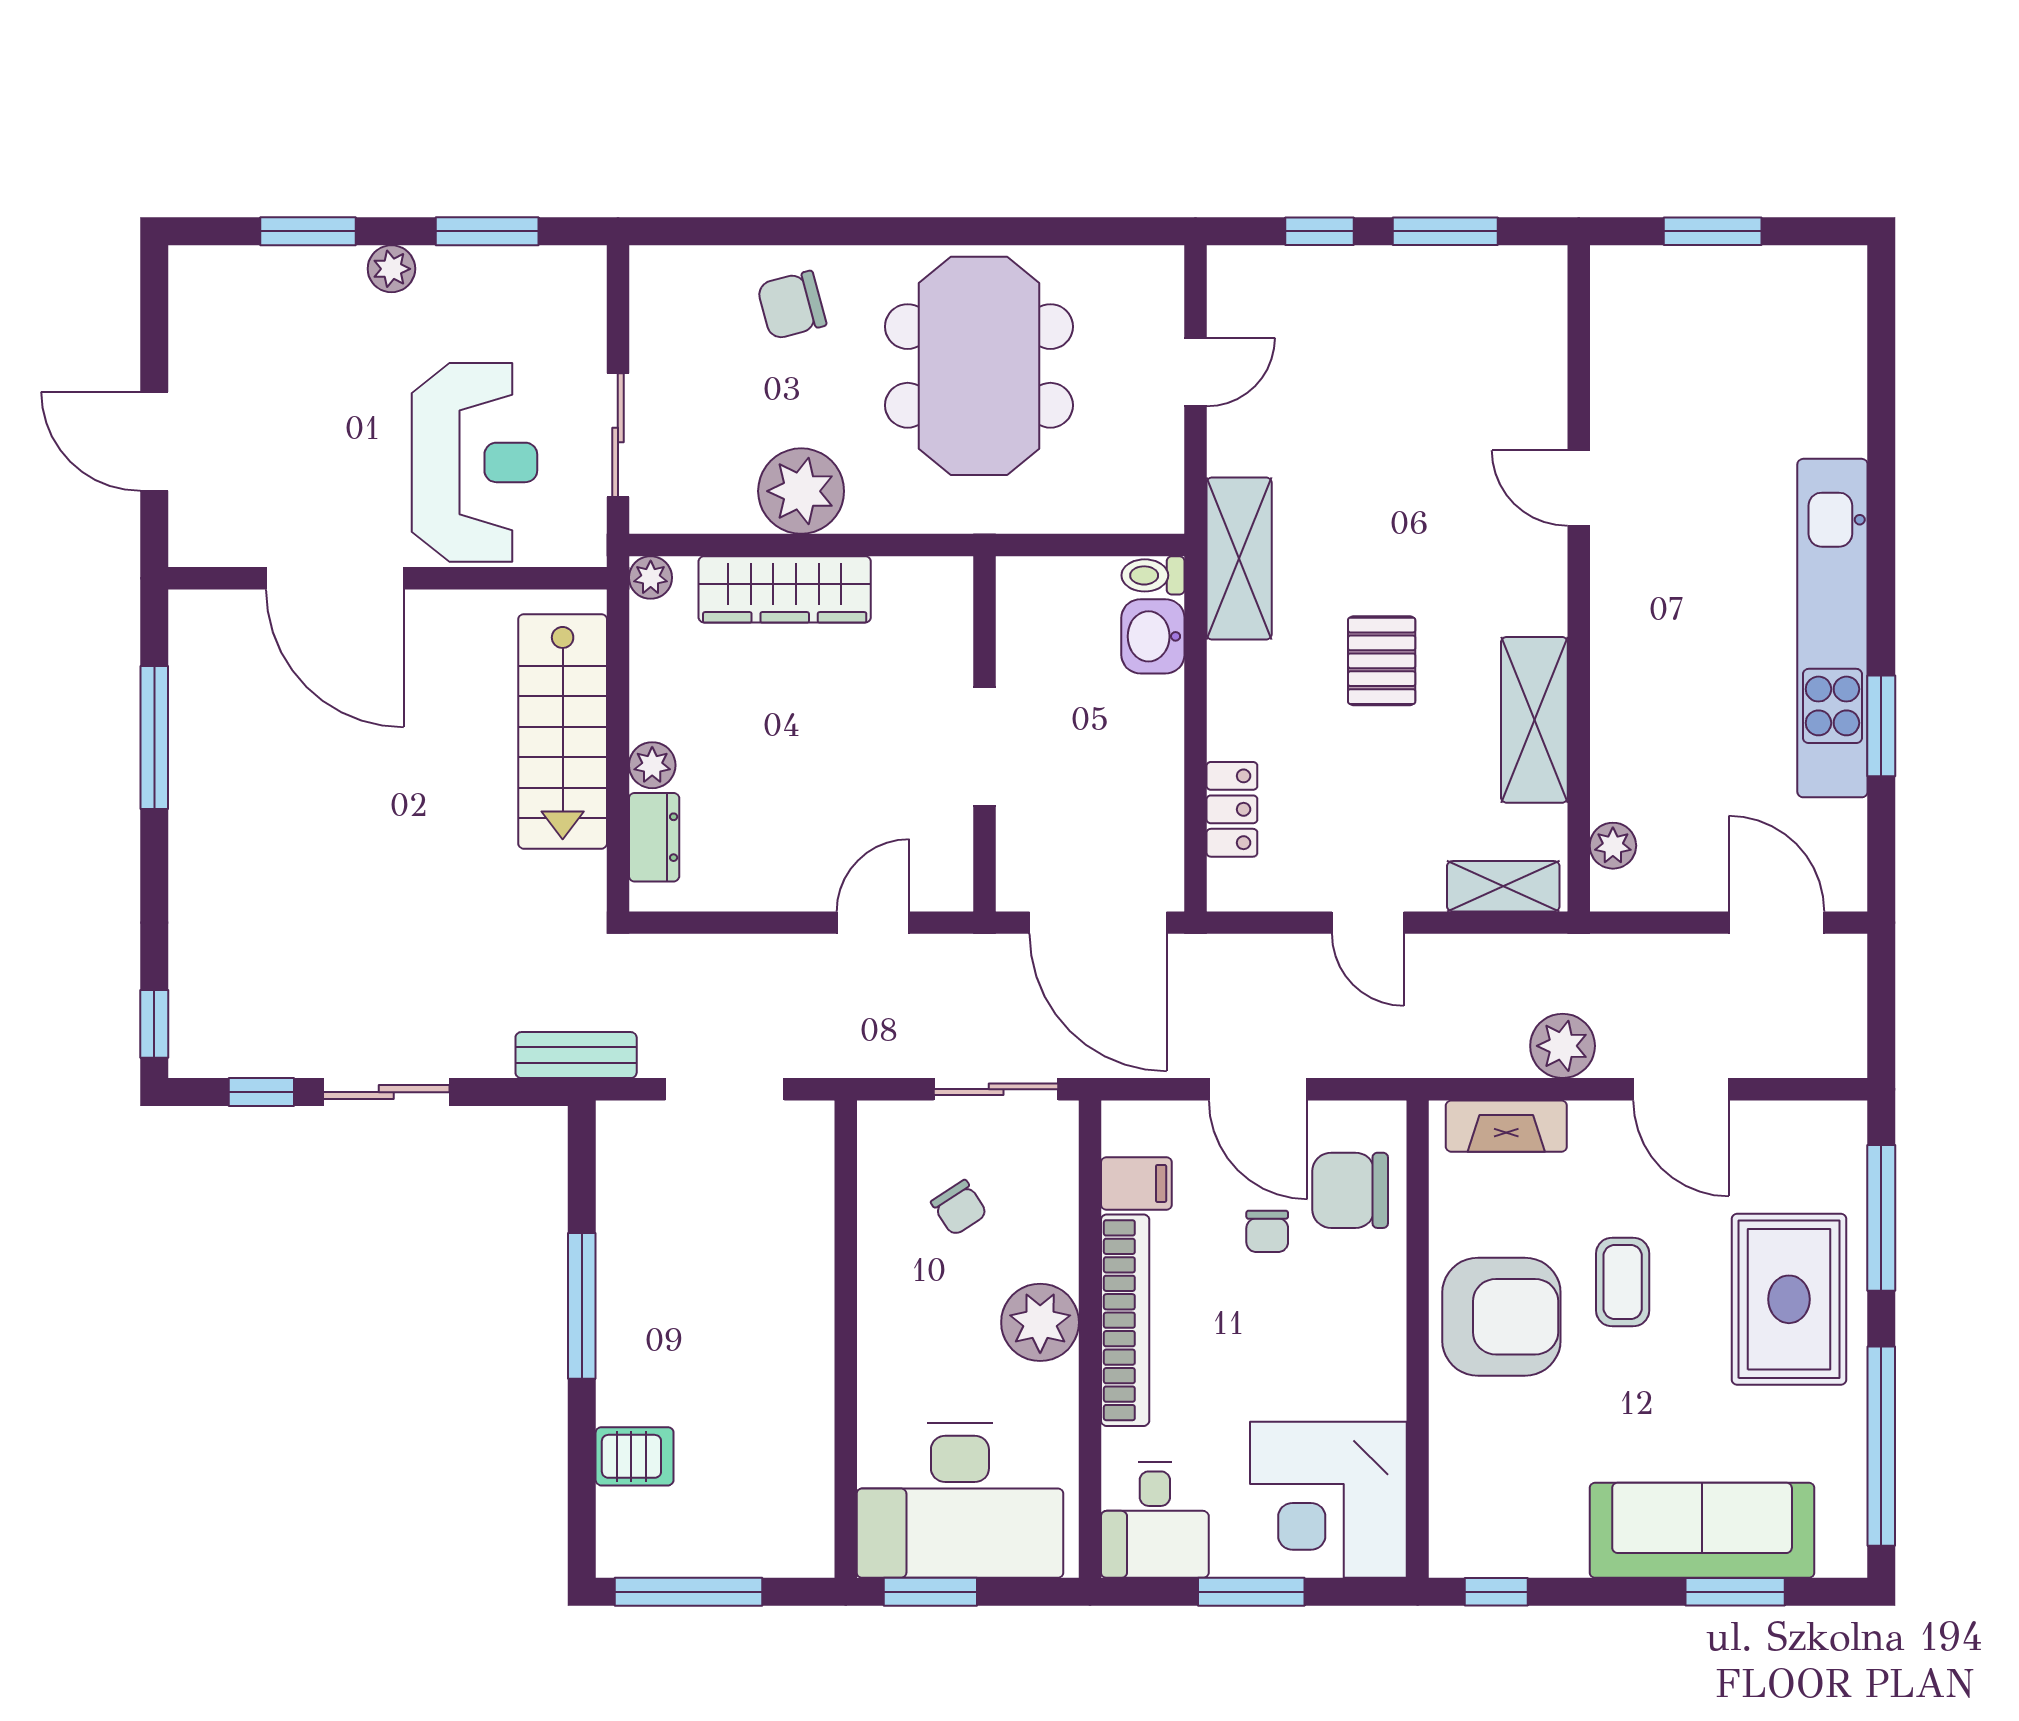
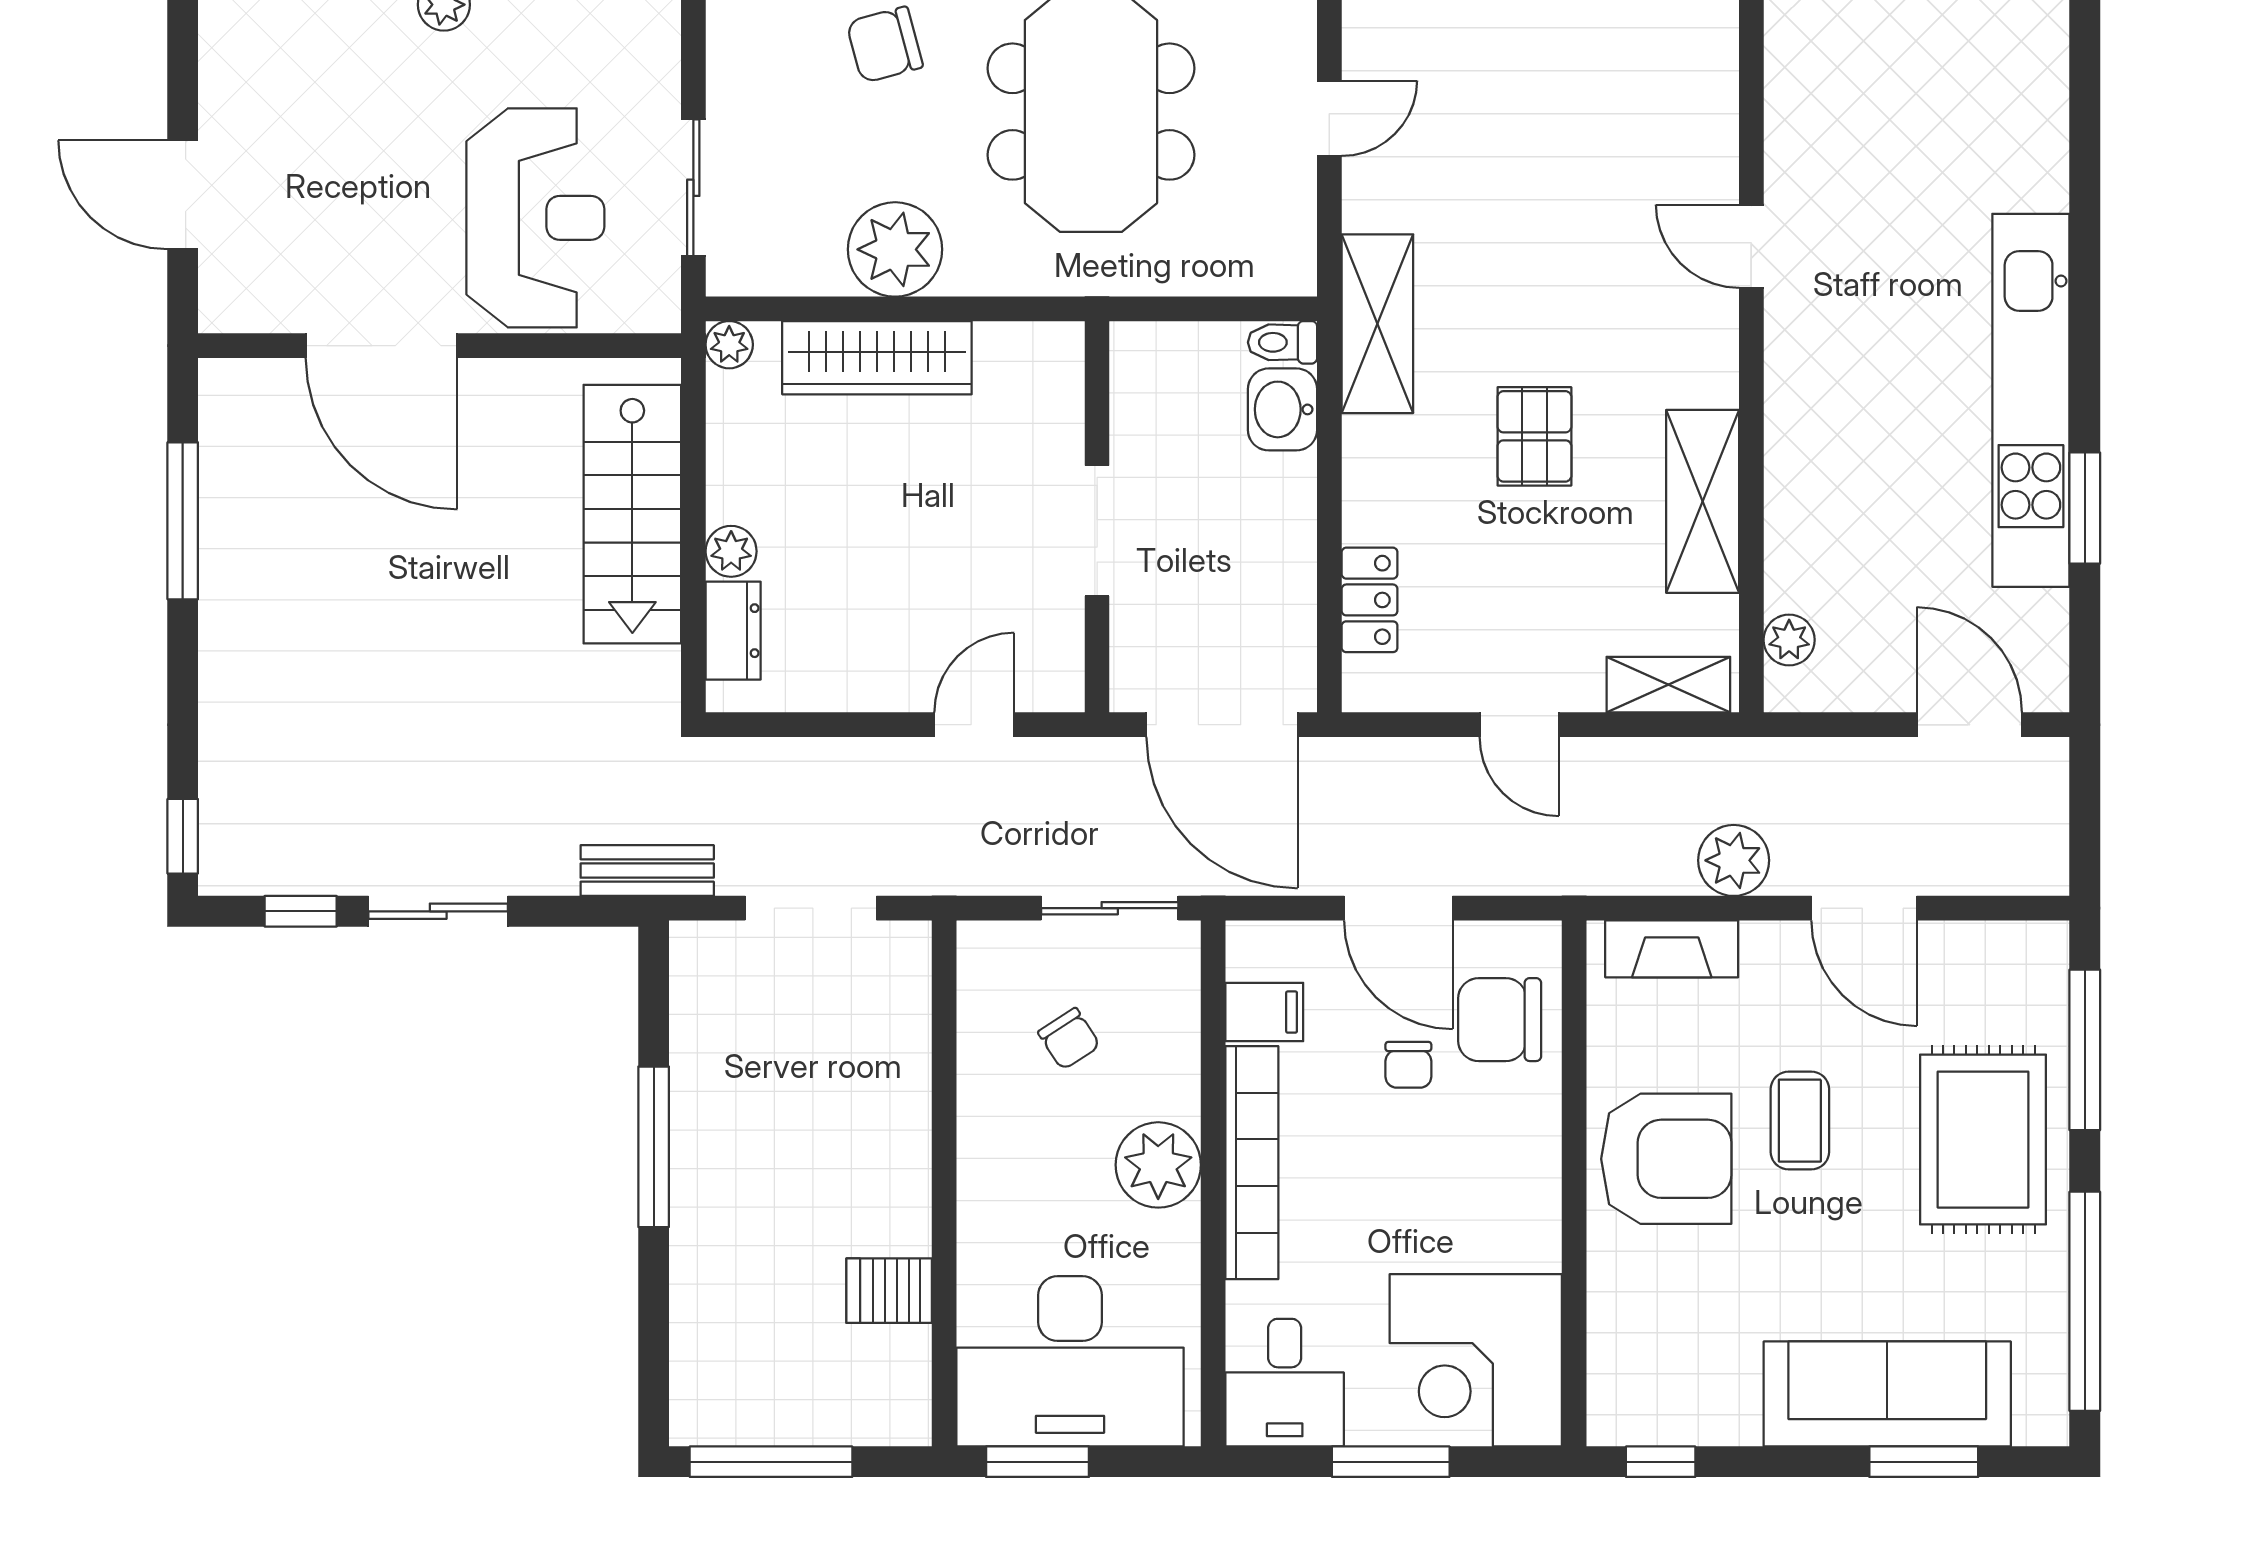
server rack: (635, 1456) -> (889, 1291), moved, turned 180

